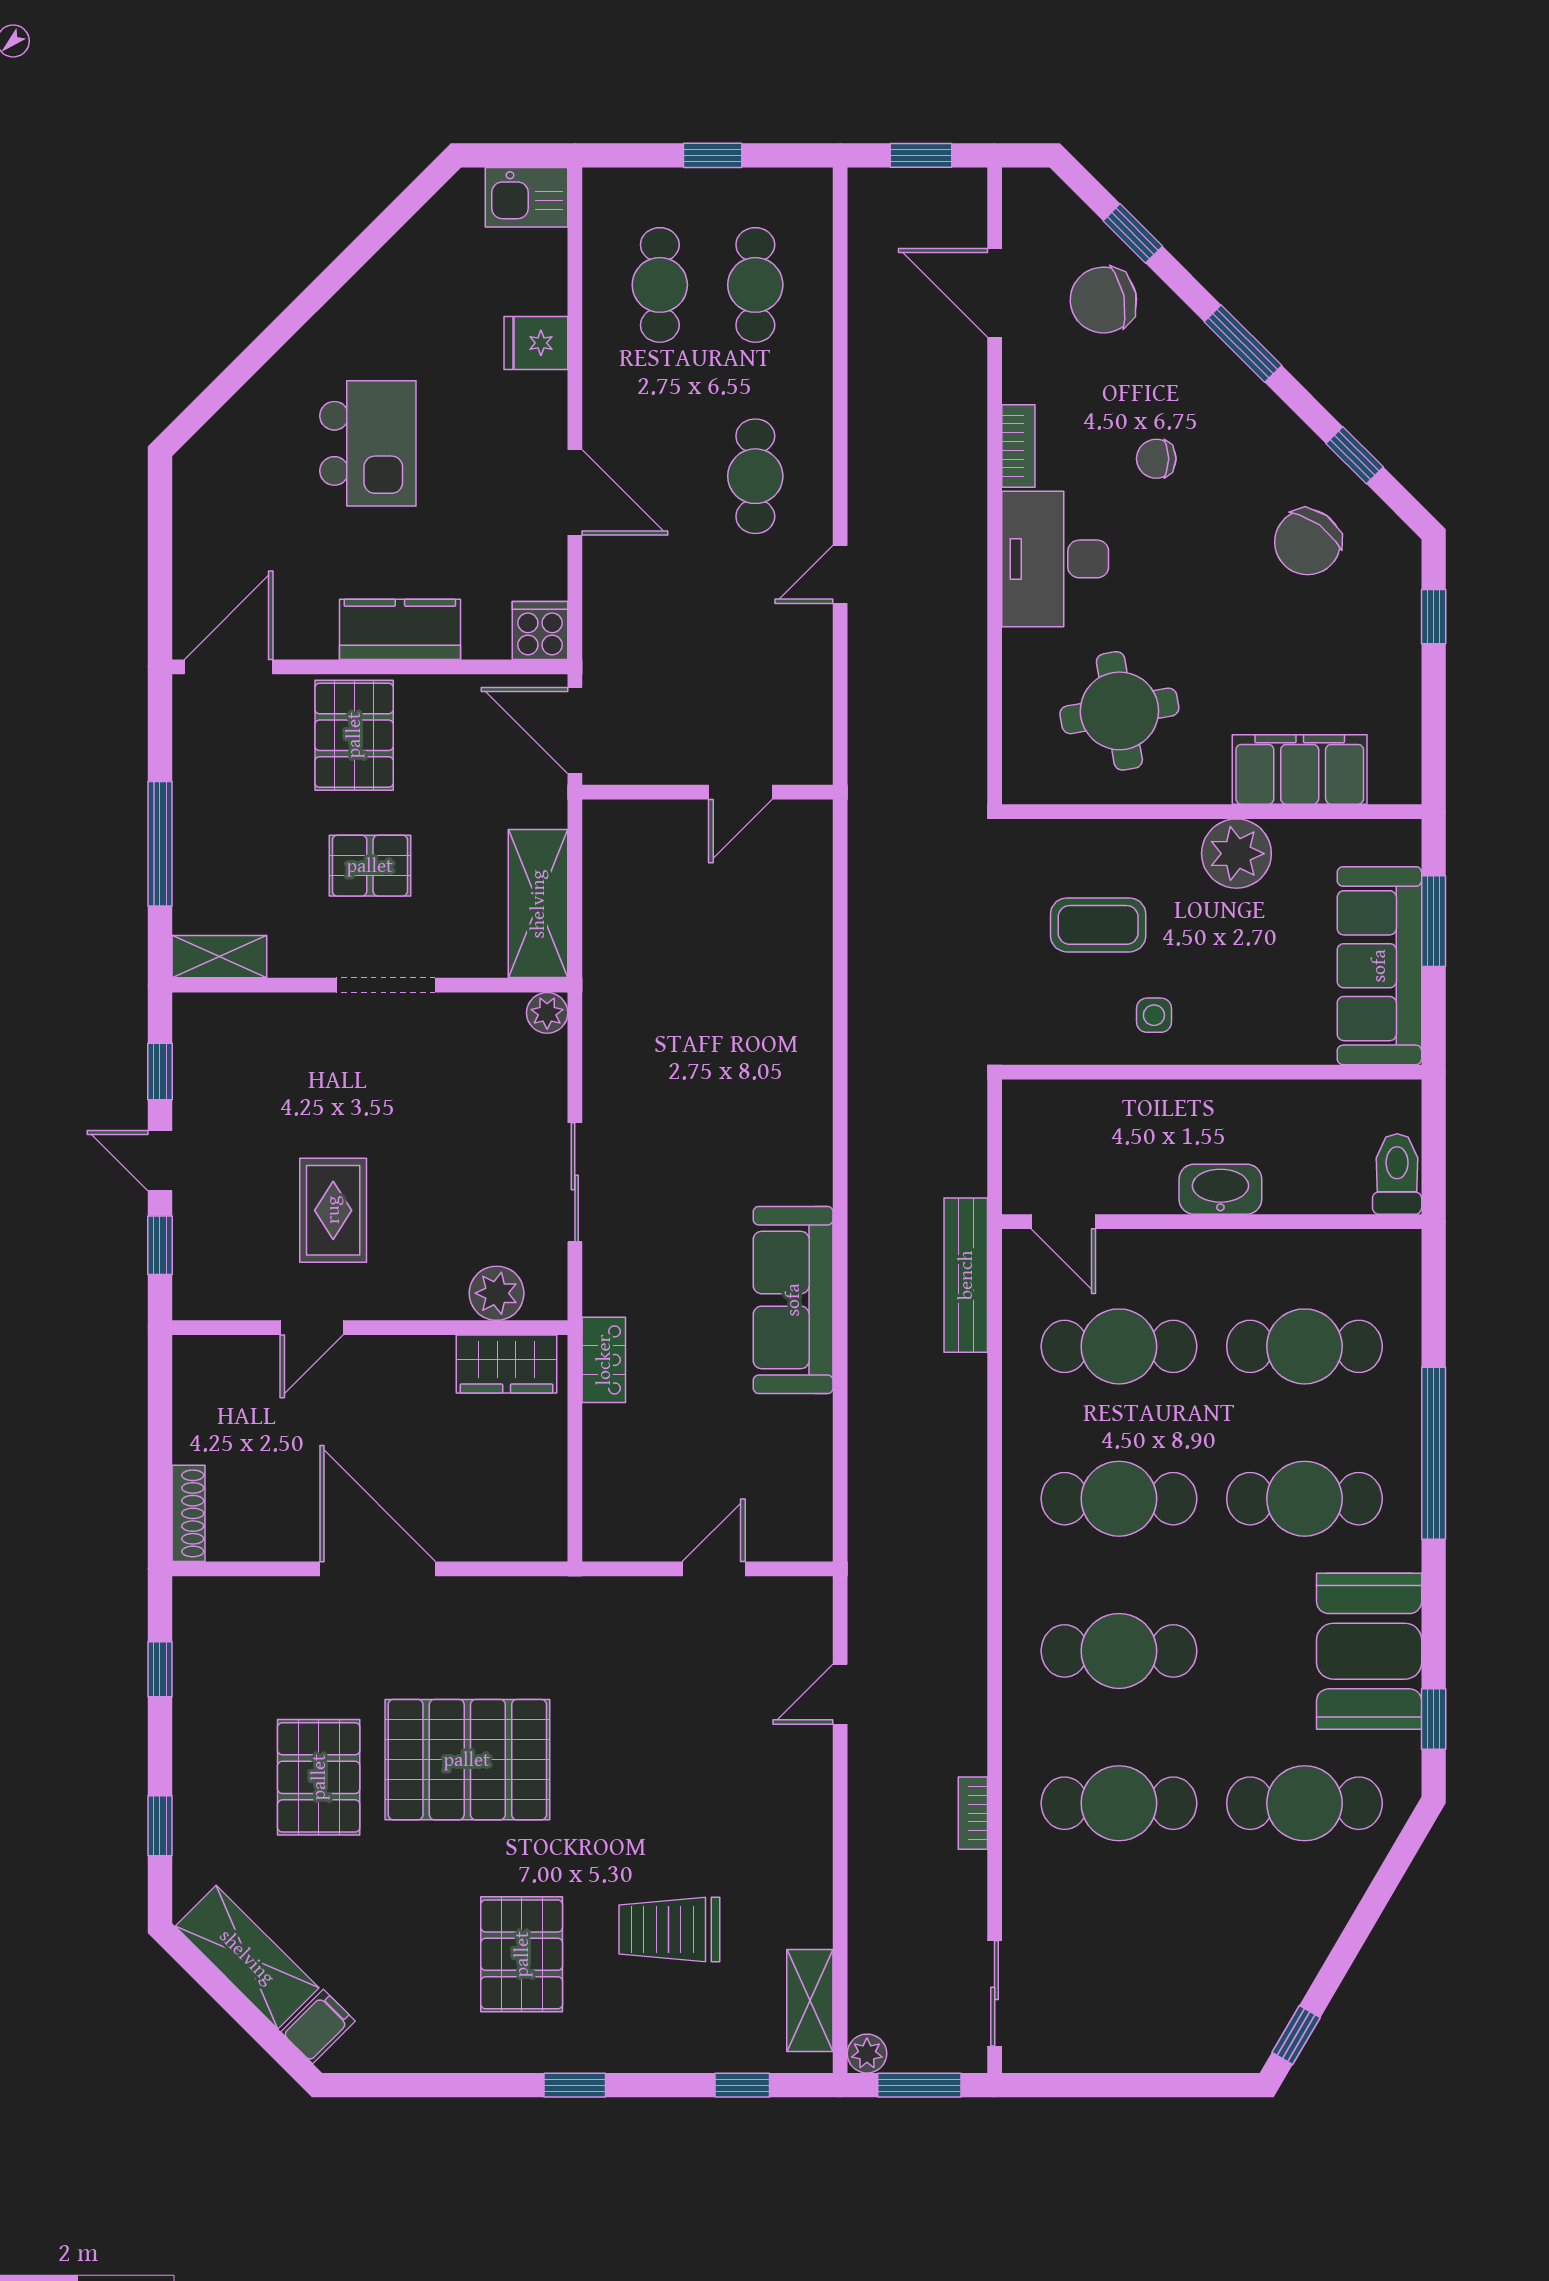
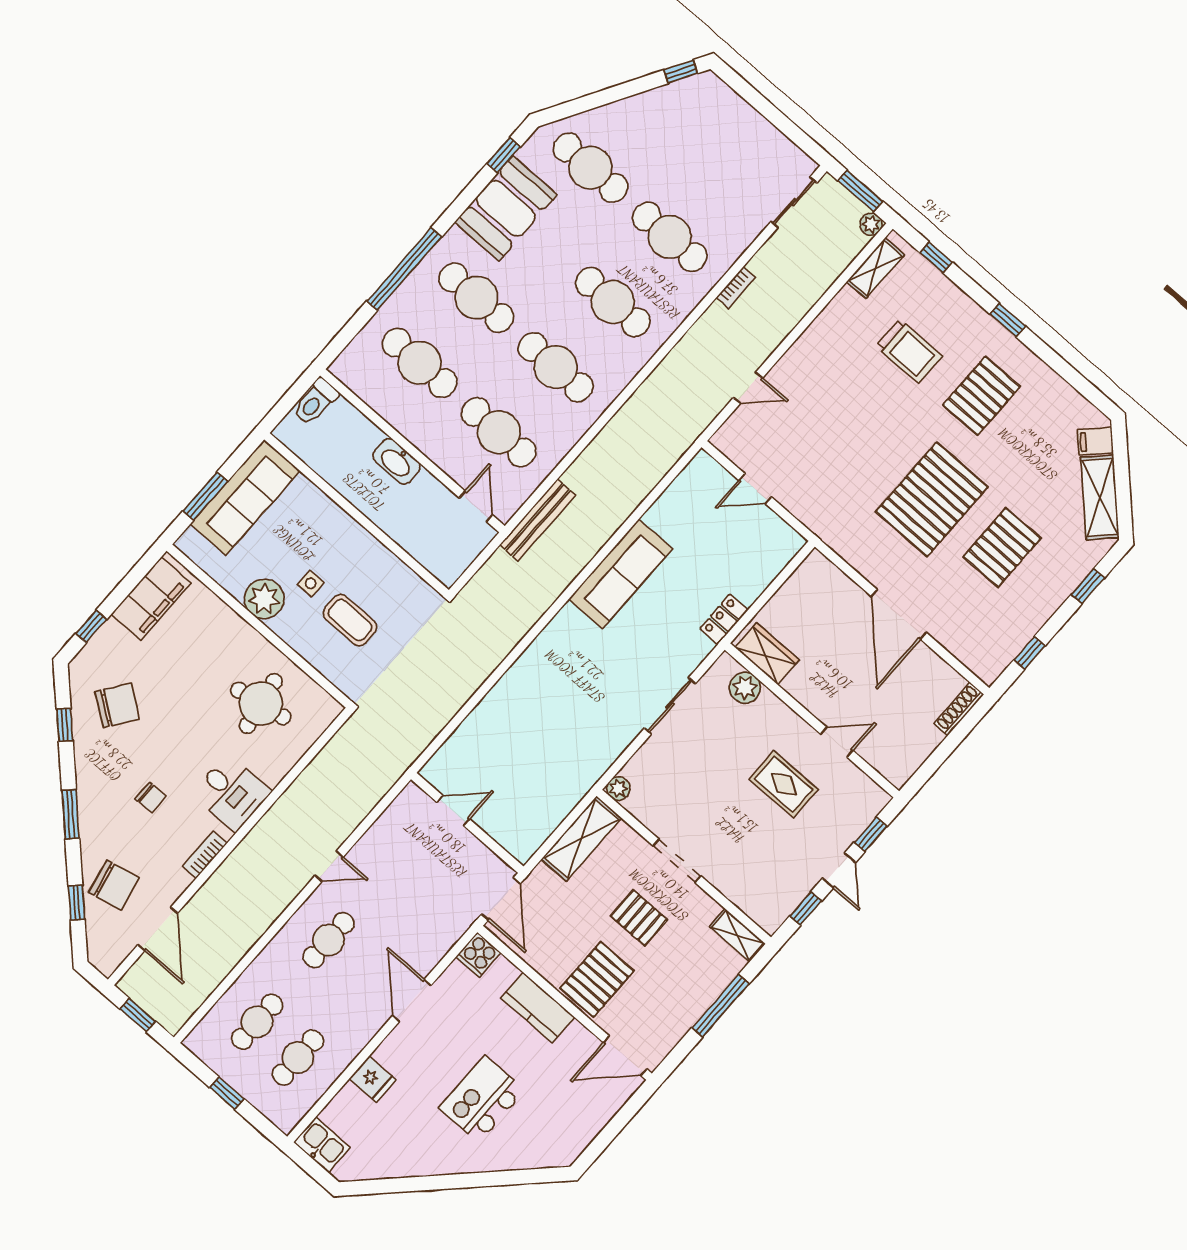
desk: (1055, 559) -> (231, 793), width x0.73
filing cabinet: (1300, 769) -> (151, 599), moved, turned -90
side table: (1154, 1015) -> (311, 583), moved
rug: (333, 1210) -> (784, 784), turned 90
pallet: (467, 1760) -> (932, 499), turned 90

